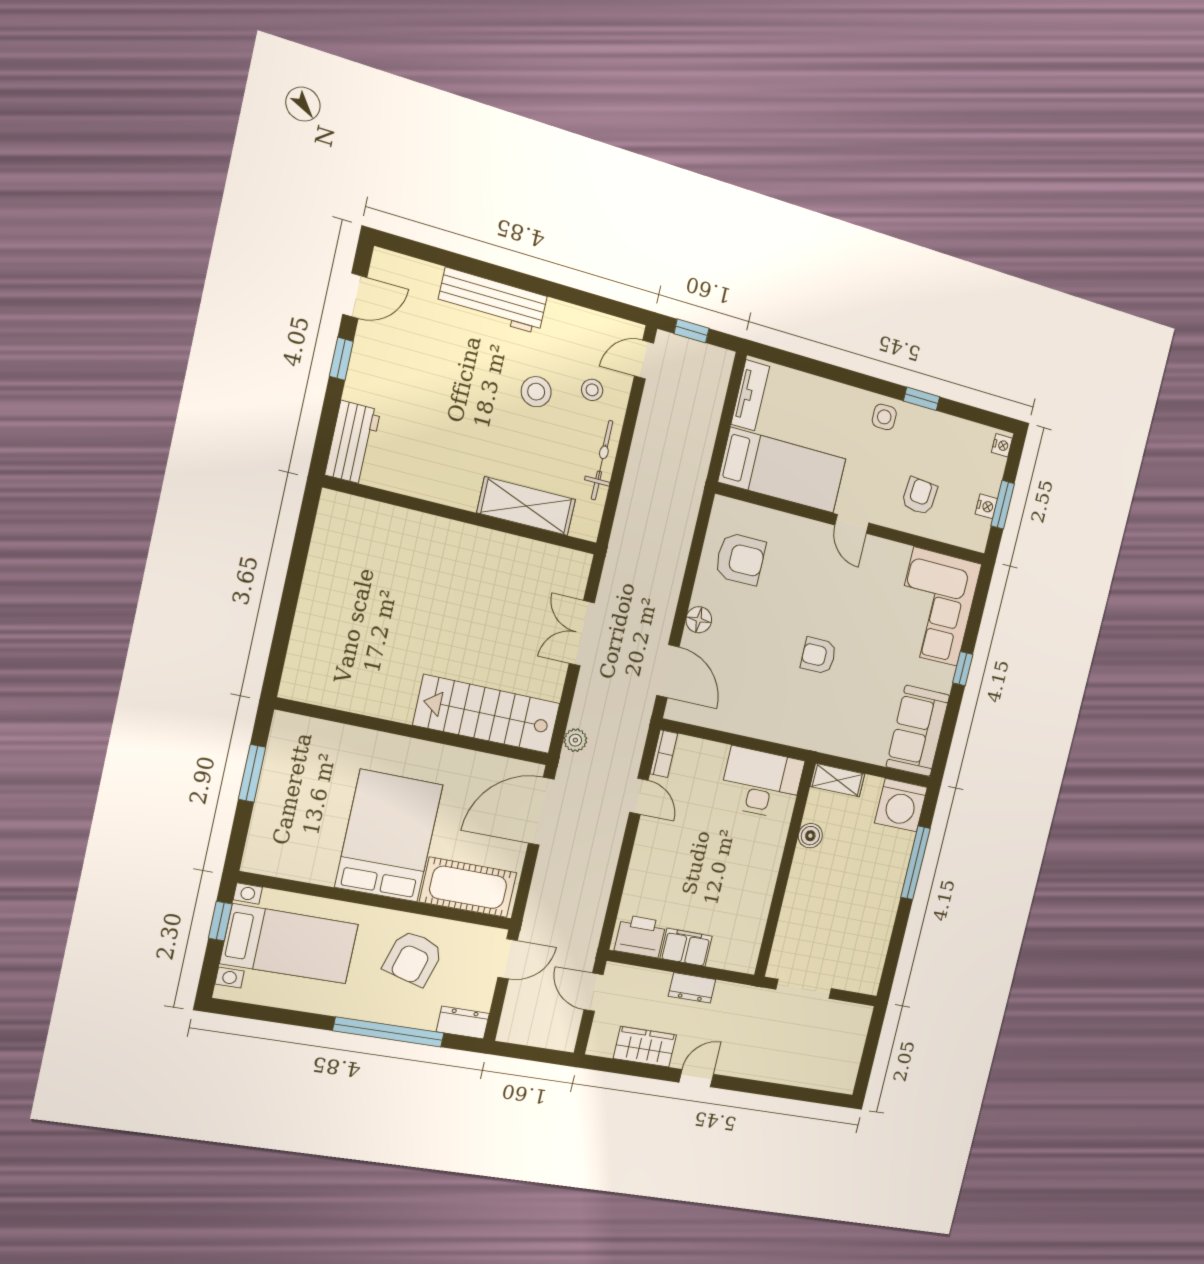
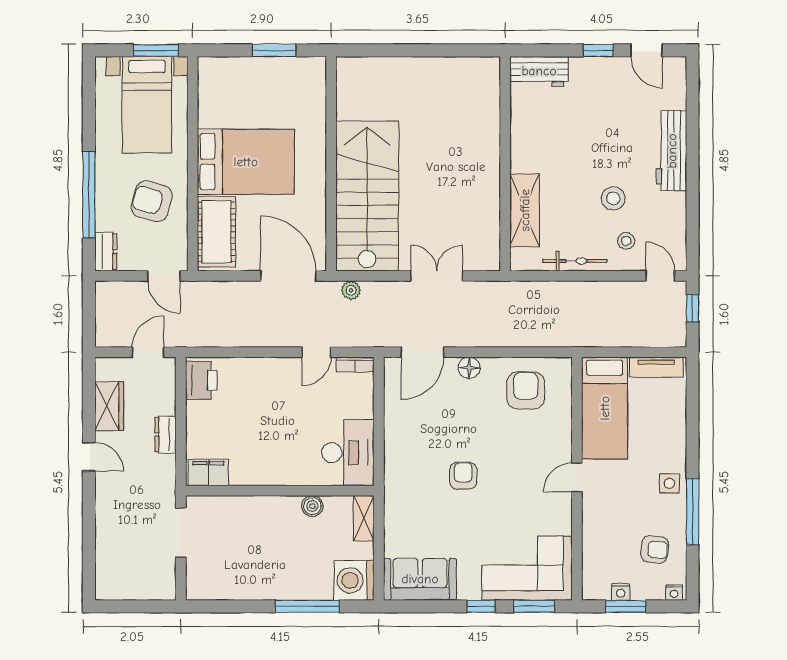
window: (922, 399) -> (693, 512), width x2.17
armchair: (920, 496) -> (655, 549), moved
armchair: (740, 559) -> (526, 390), turned 180
window: (977, 609) -> (534, 606), added
stairs: (487, 714) -> (367, 196), width x1.36, depth x1.51
window: (220, 921) -> (156, 50), width x1.50
filing cabinet: (686, 947) -> (208, 473), moved, turned -90

